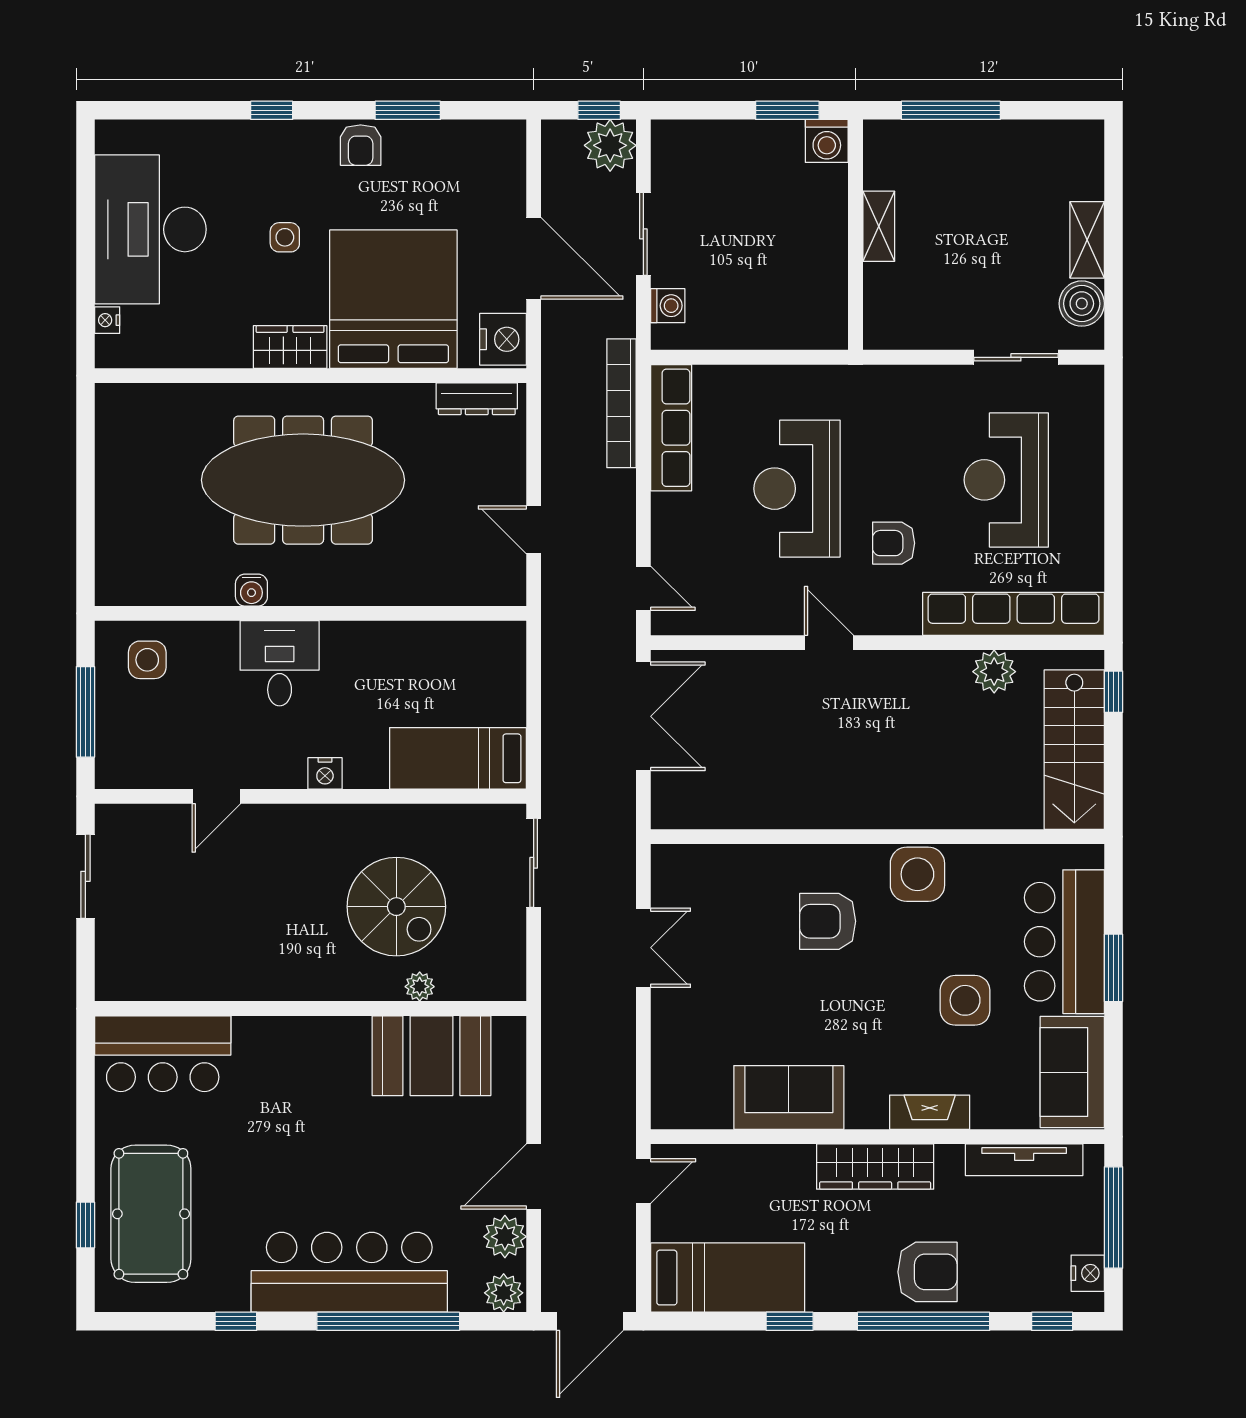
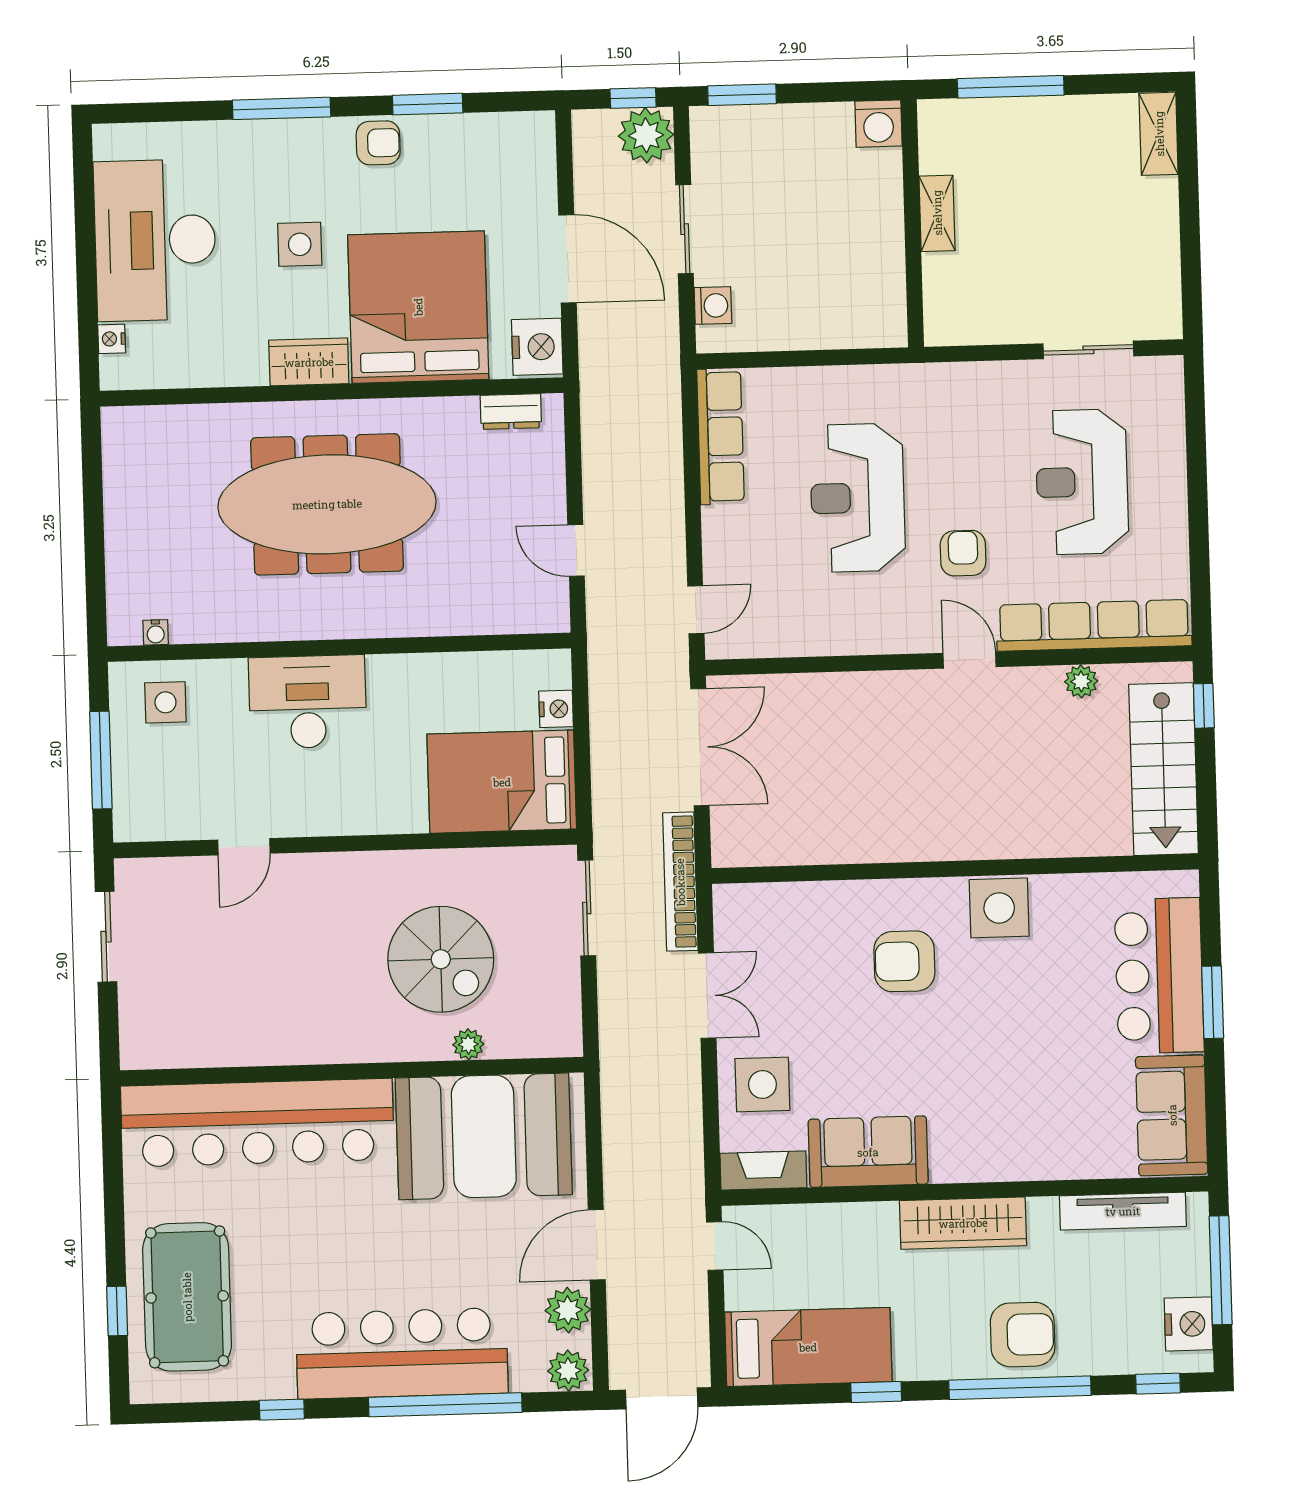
window: (272, 110) -> (282, 108), width x2.17
window: (787, 110) -> (742, 95), moved
armchair: (361, 145) -> (378, 143), turned -90
side table: (285, 237) -> (300, 244), width x1.37, depth x1.37
shelving: (1087, 240) -> (1159, 134), moved
boiler: (1082, 304) -> (1157, 290), removed
dresser: (477, 399) -> (511, 412), width x0.70
bookcase: (621, 403) -> (680, 882), moved
armchair: (894, 543) -> (963, 553), turned 90
door: (643, 588) -> (696, 610), hinge flipped
water cooler: (251, 590) -> (156, 632), moved, width x0.72, depth x0.72
door: (829, 643) -> (969, 660), moved
desk: (280, 663) -> (308, 702), width x1.37
plant: (994, 672) -> (1081, 681), width x0.73, depth x0.73
bed: (458, 758) -> (502, 782), width x1.50
nightstand: (325, 773) -> (556, 709), moved, turned -90
side table: (965, 1000) -> (762, 1084), moved
bar counter: (163, 1054) -> (257, 1123), width x1.86
booth: (431, 1056) -> (484, 1136), width x1.36, depth x1.42
fireplace: (930, 1112) -> (763, 1171), moved
door: (643, 1181) -> (715, 1246), hinge flipped
nightstand: (1088, 1273) -> (1189, 1324), width x1.36, depth x1.33

